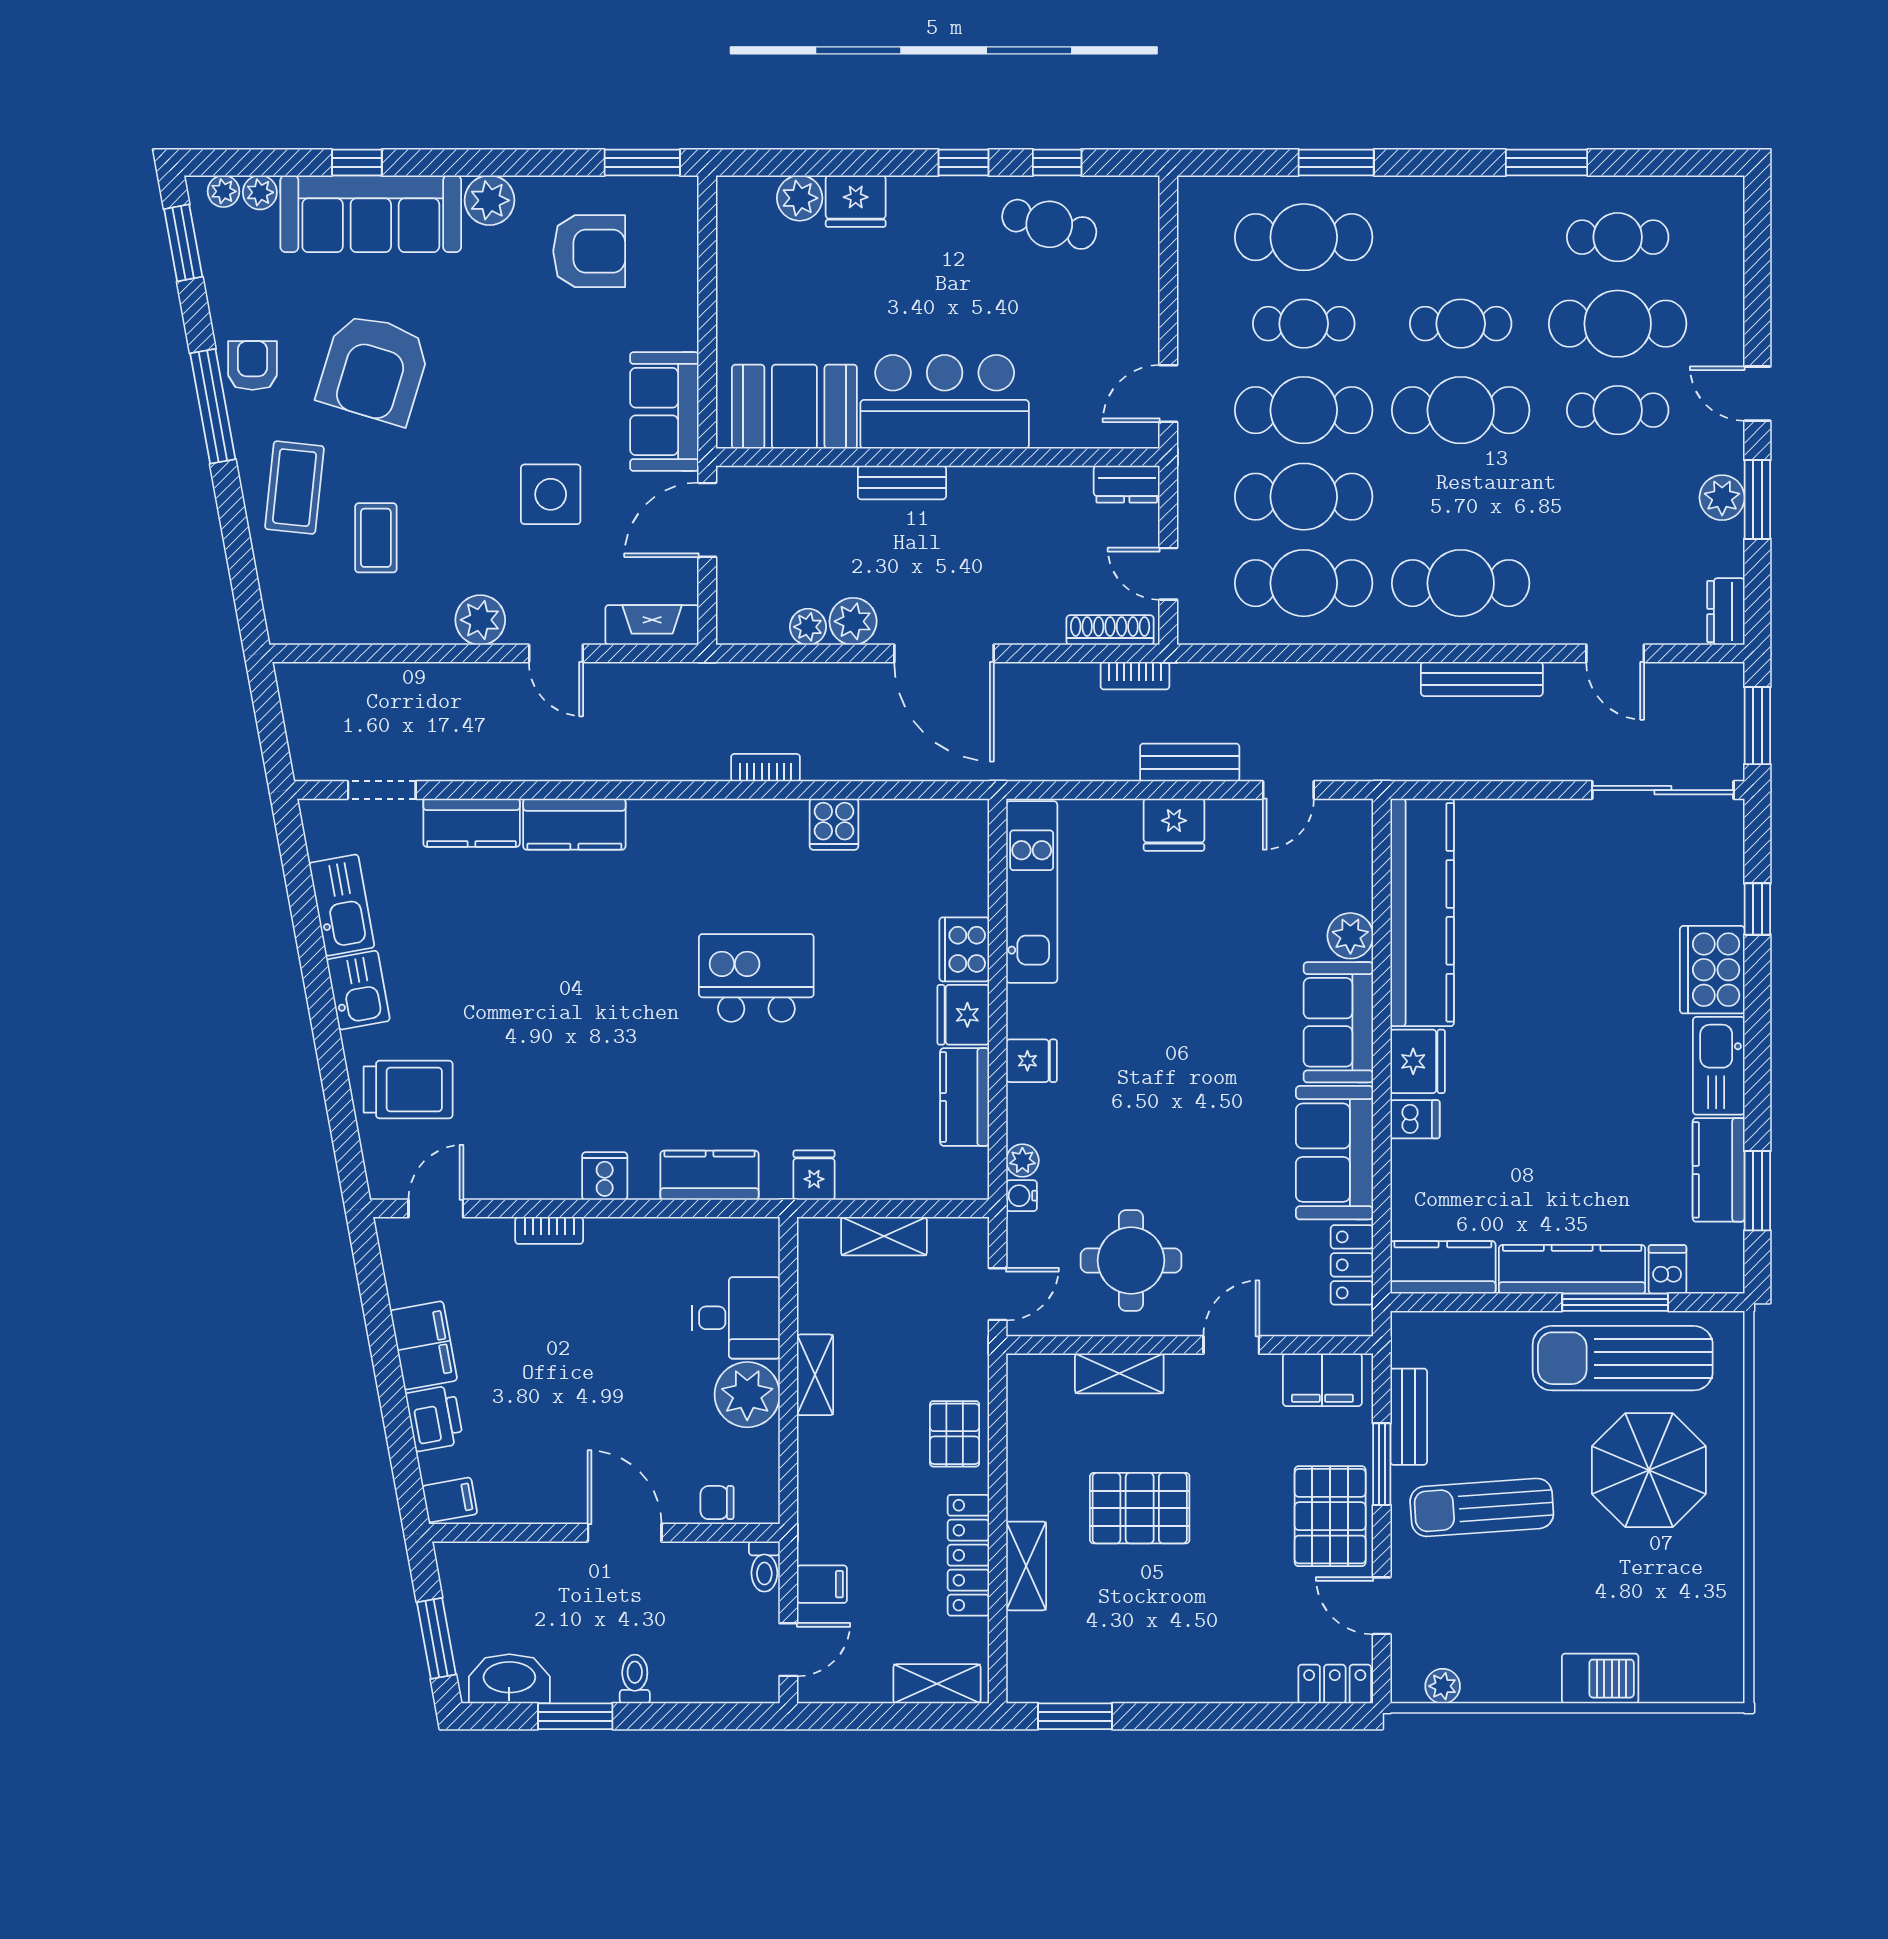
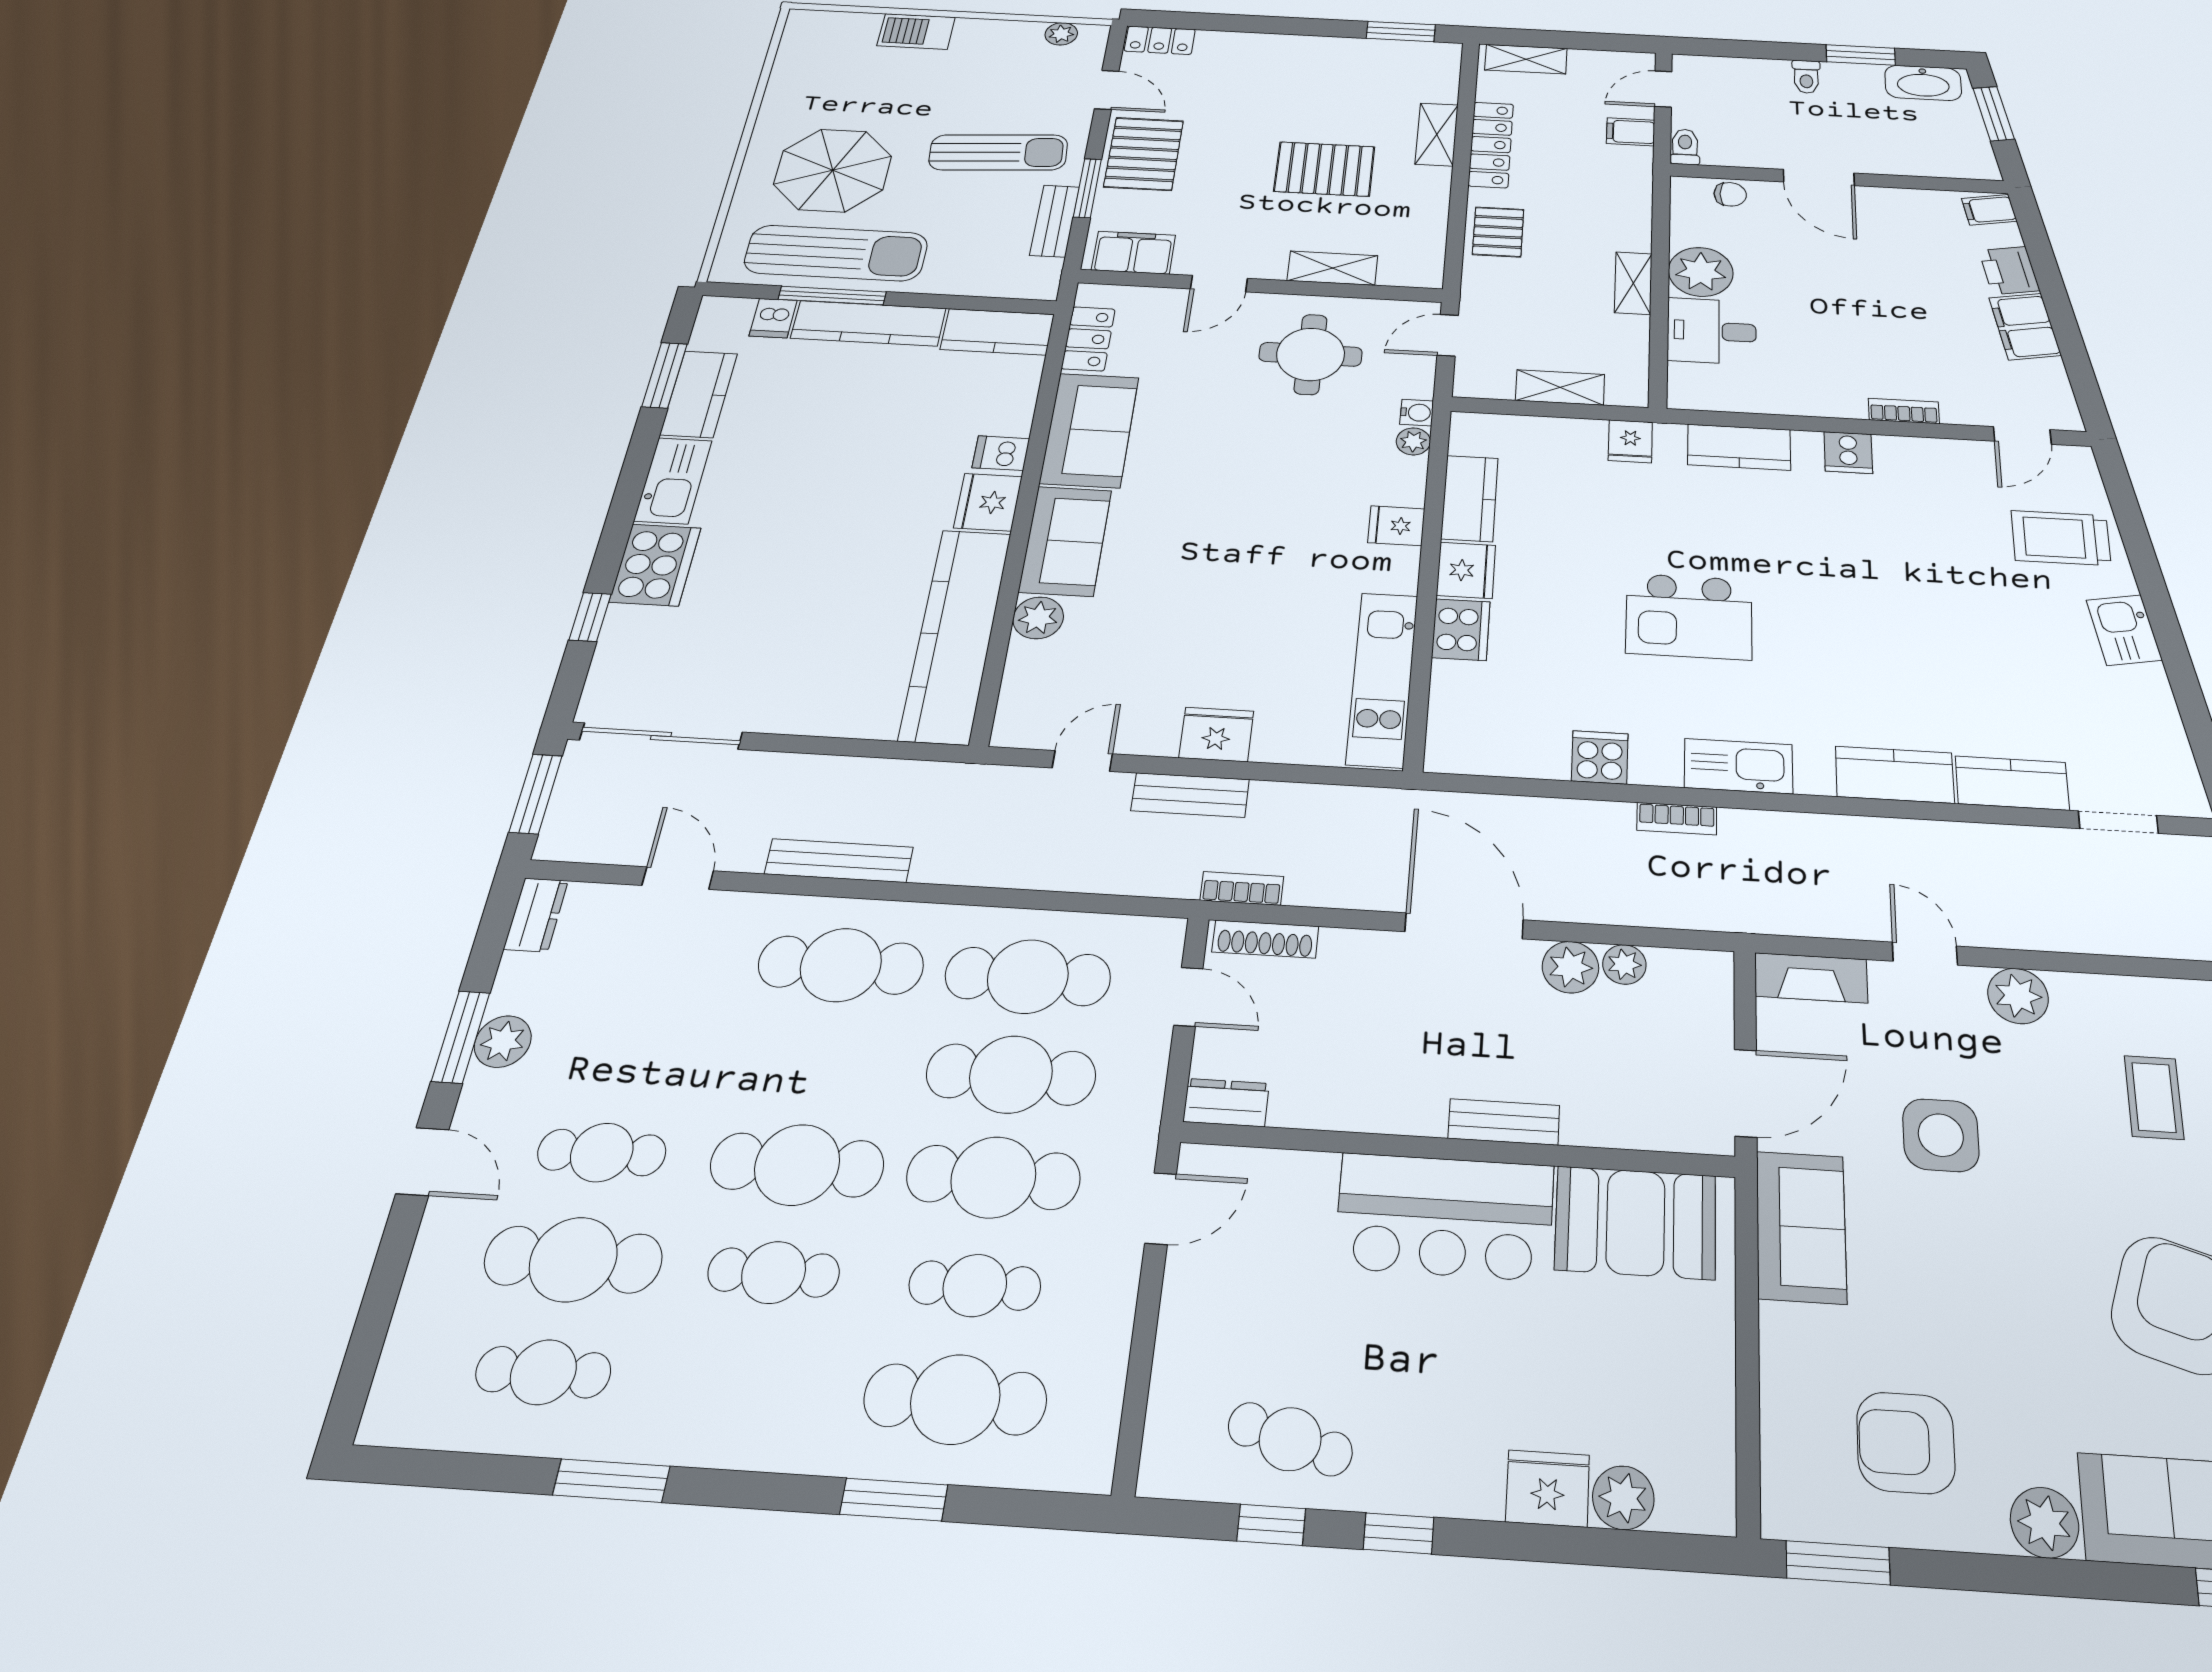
kitchen sink: (342, 905) -> (1738, 766), moved, turned 100

